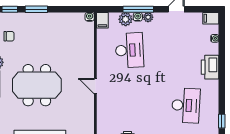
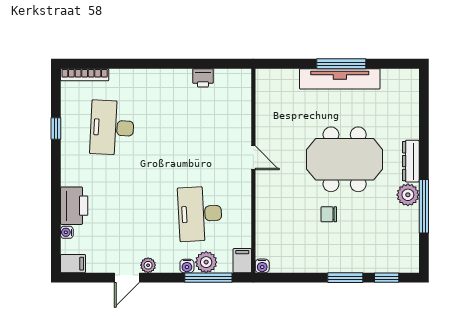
window: (138, 9) -> (208, 278), moved
plant: (148, 17) -> (148, 265), moved
chair: (9, 36) -> (329, 214), moved
printer: (210, 67) -> (74, 206), moved
window: (222, 121) -> (56, 129), moved

